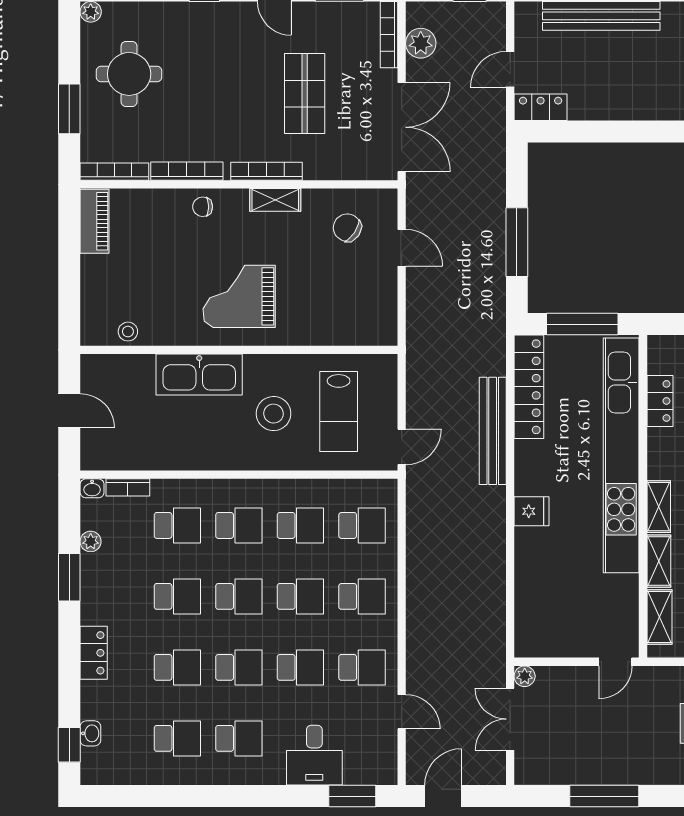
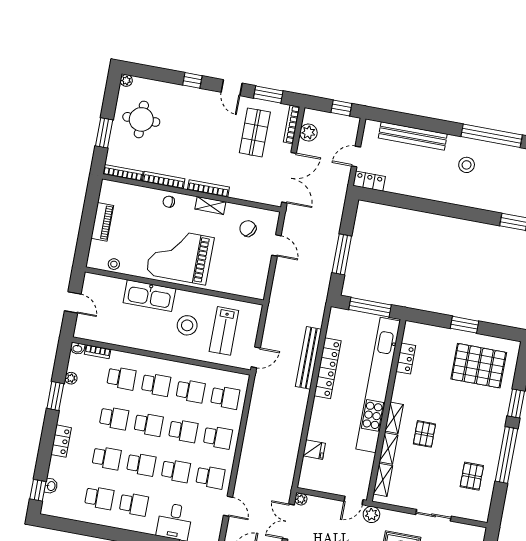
shop shelf: (305, 94) -> (255, 132), moved
piano: (95, 221) -> (102, 222), moved
grand piano: (239, 296) -> (180, 256), width x1.37, depth x1.48
locker: (529, 387) -> (328, 368), moved
fridge: (531, 511) -> (314, 450), moved
plant: (651, 680) -> (371, 514), added

